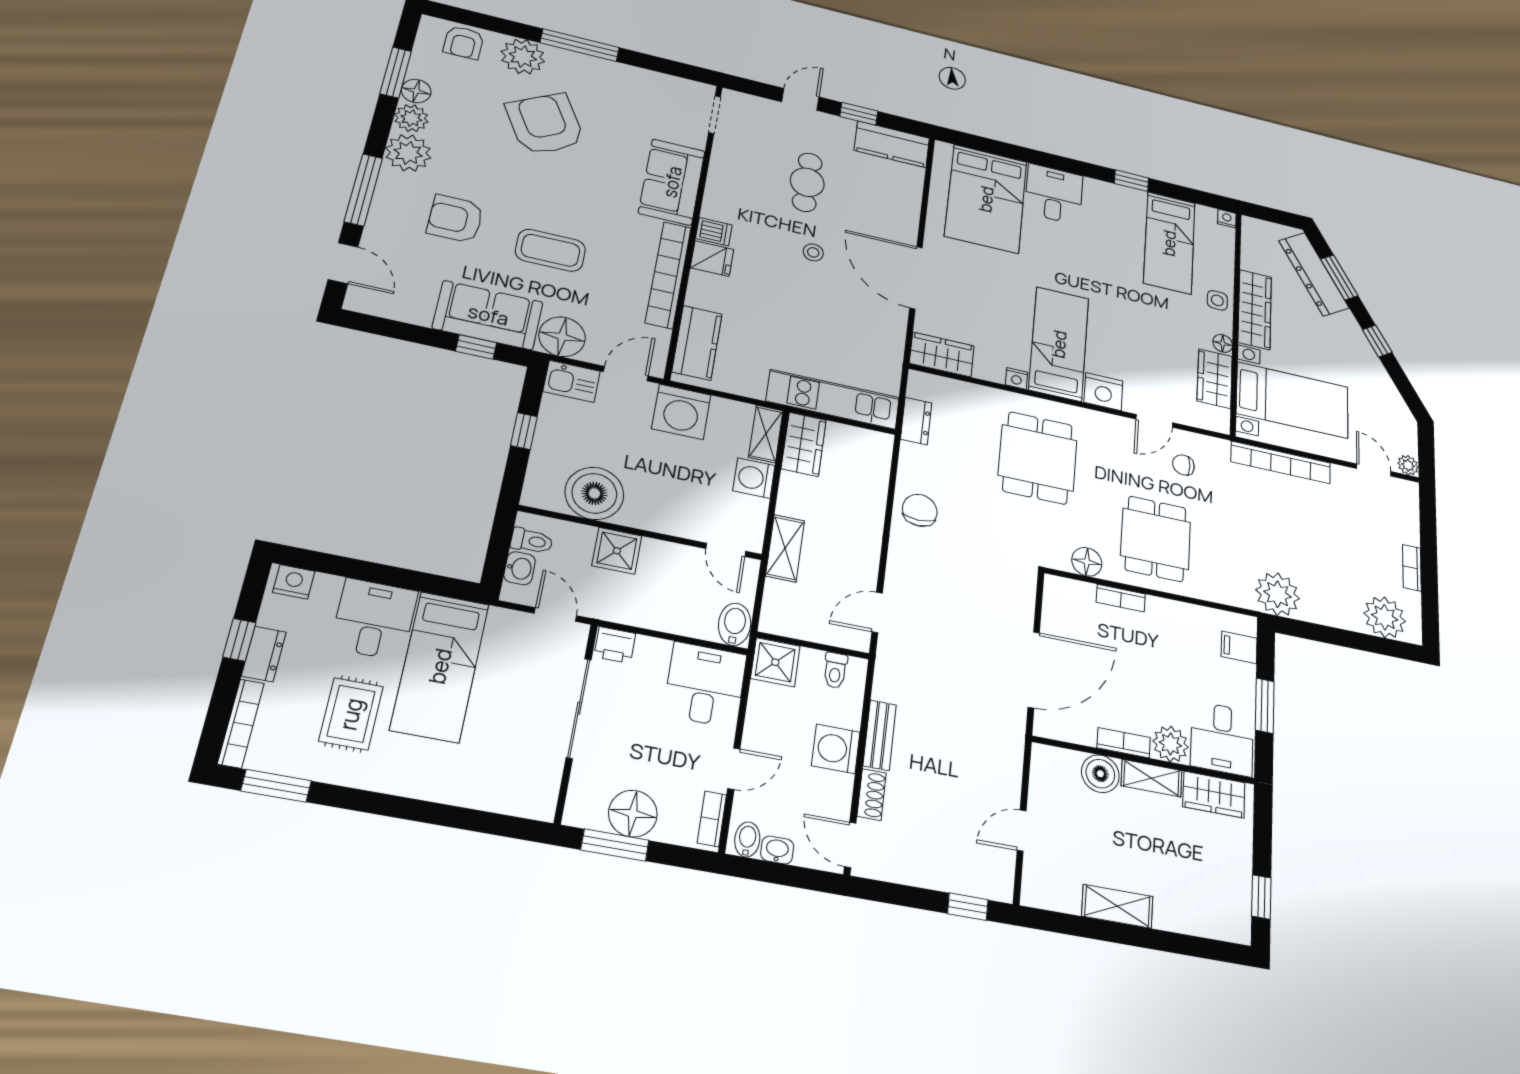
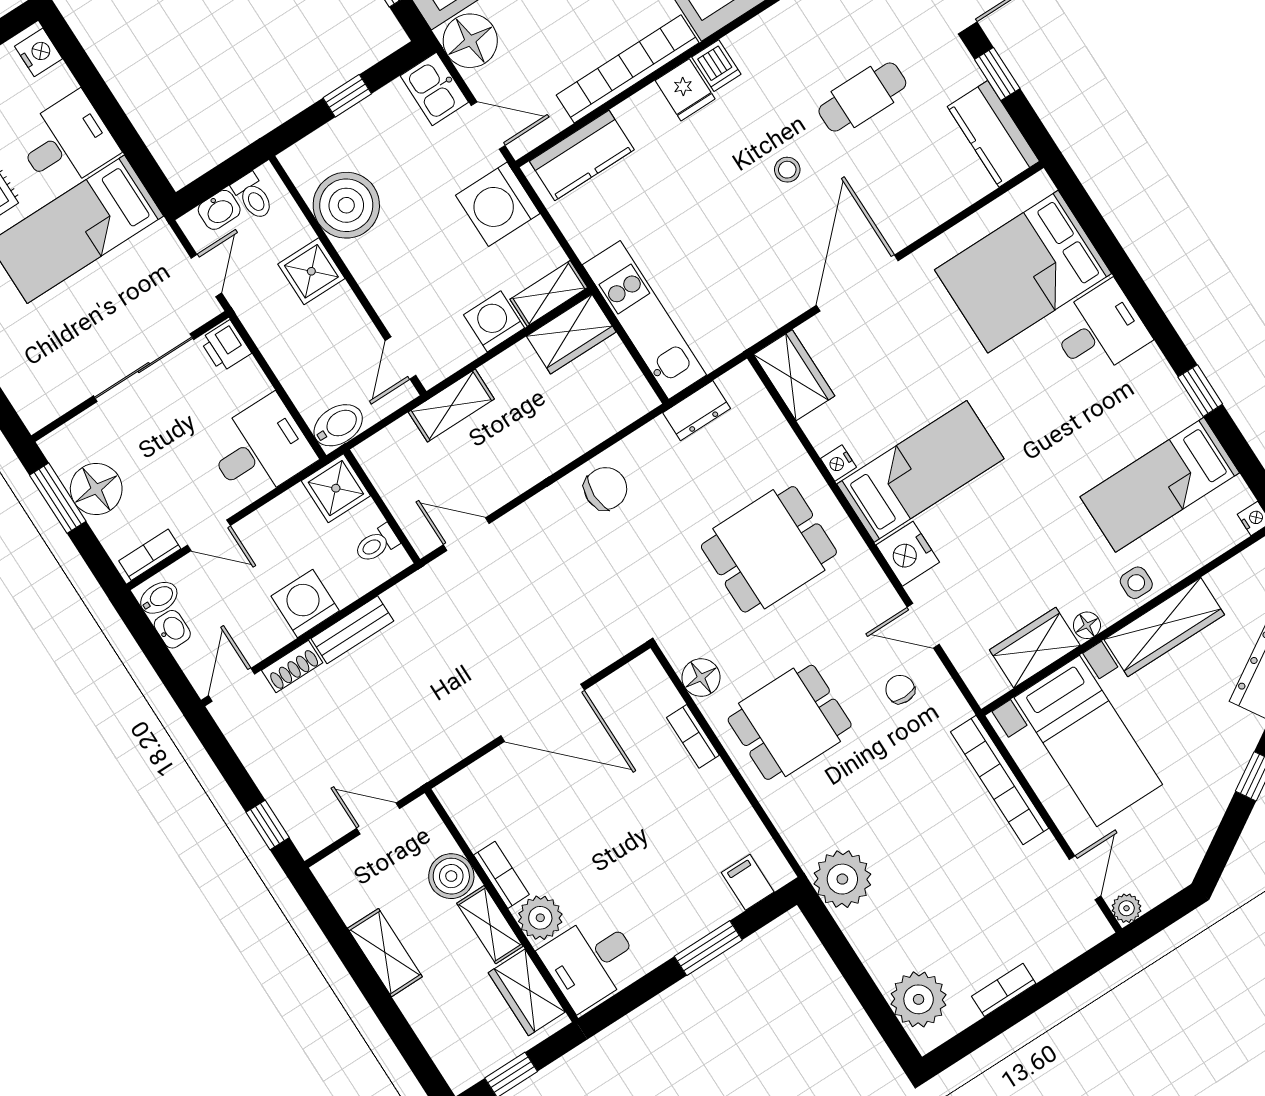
desk: (1222, 739) -> (591, 961), moved
bookcase: (1124, 743) -> (501, 875), moved
plant: (1170, 744) -> (540, 918), moved
wall: (1144, 760) -> (501, 906), moved
boiler: (1100, 774) -> (451, 876), moved
shelving: (1151, 778) -> (490, 925), moved
wardrobe: (1214, 795) -> (527, 992), moved

